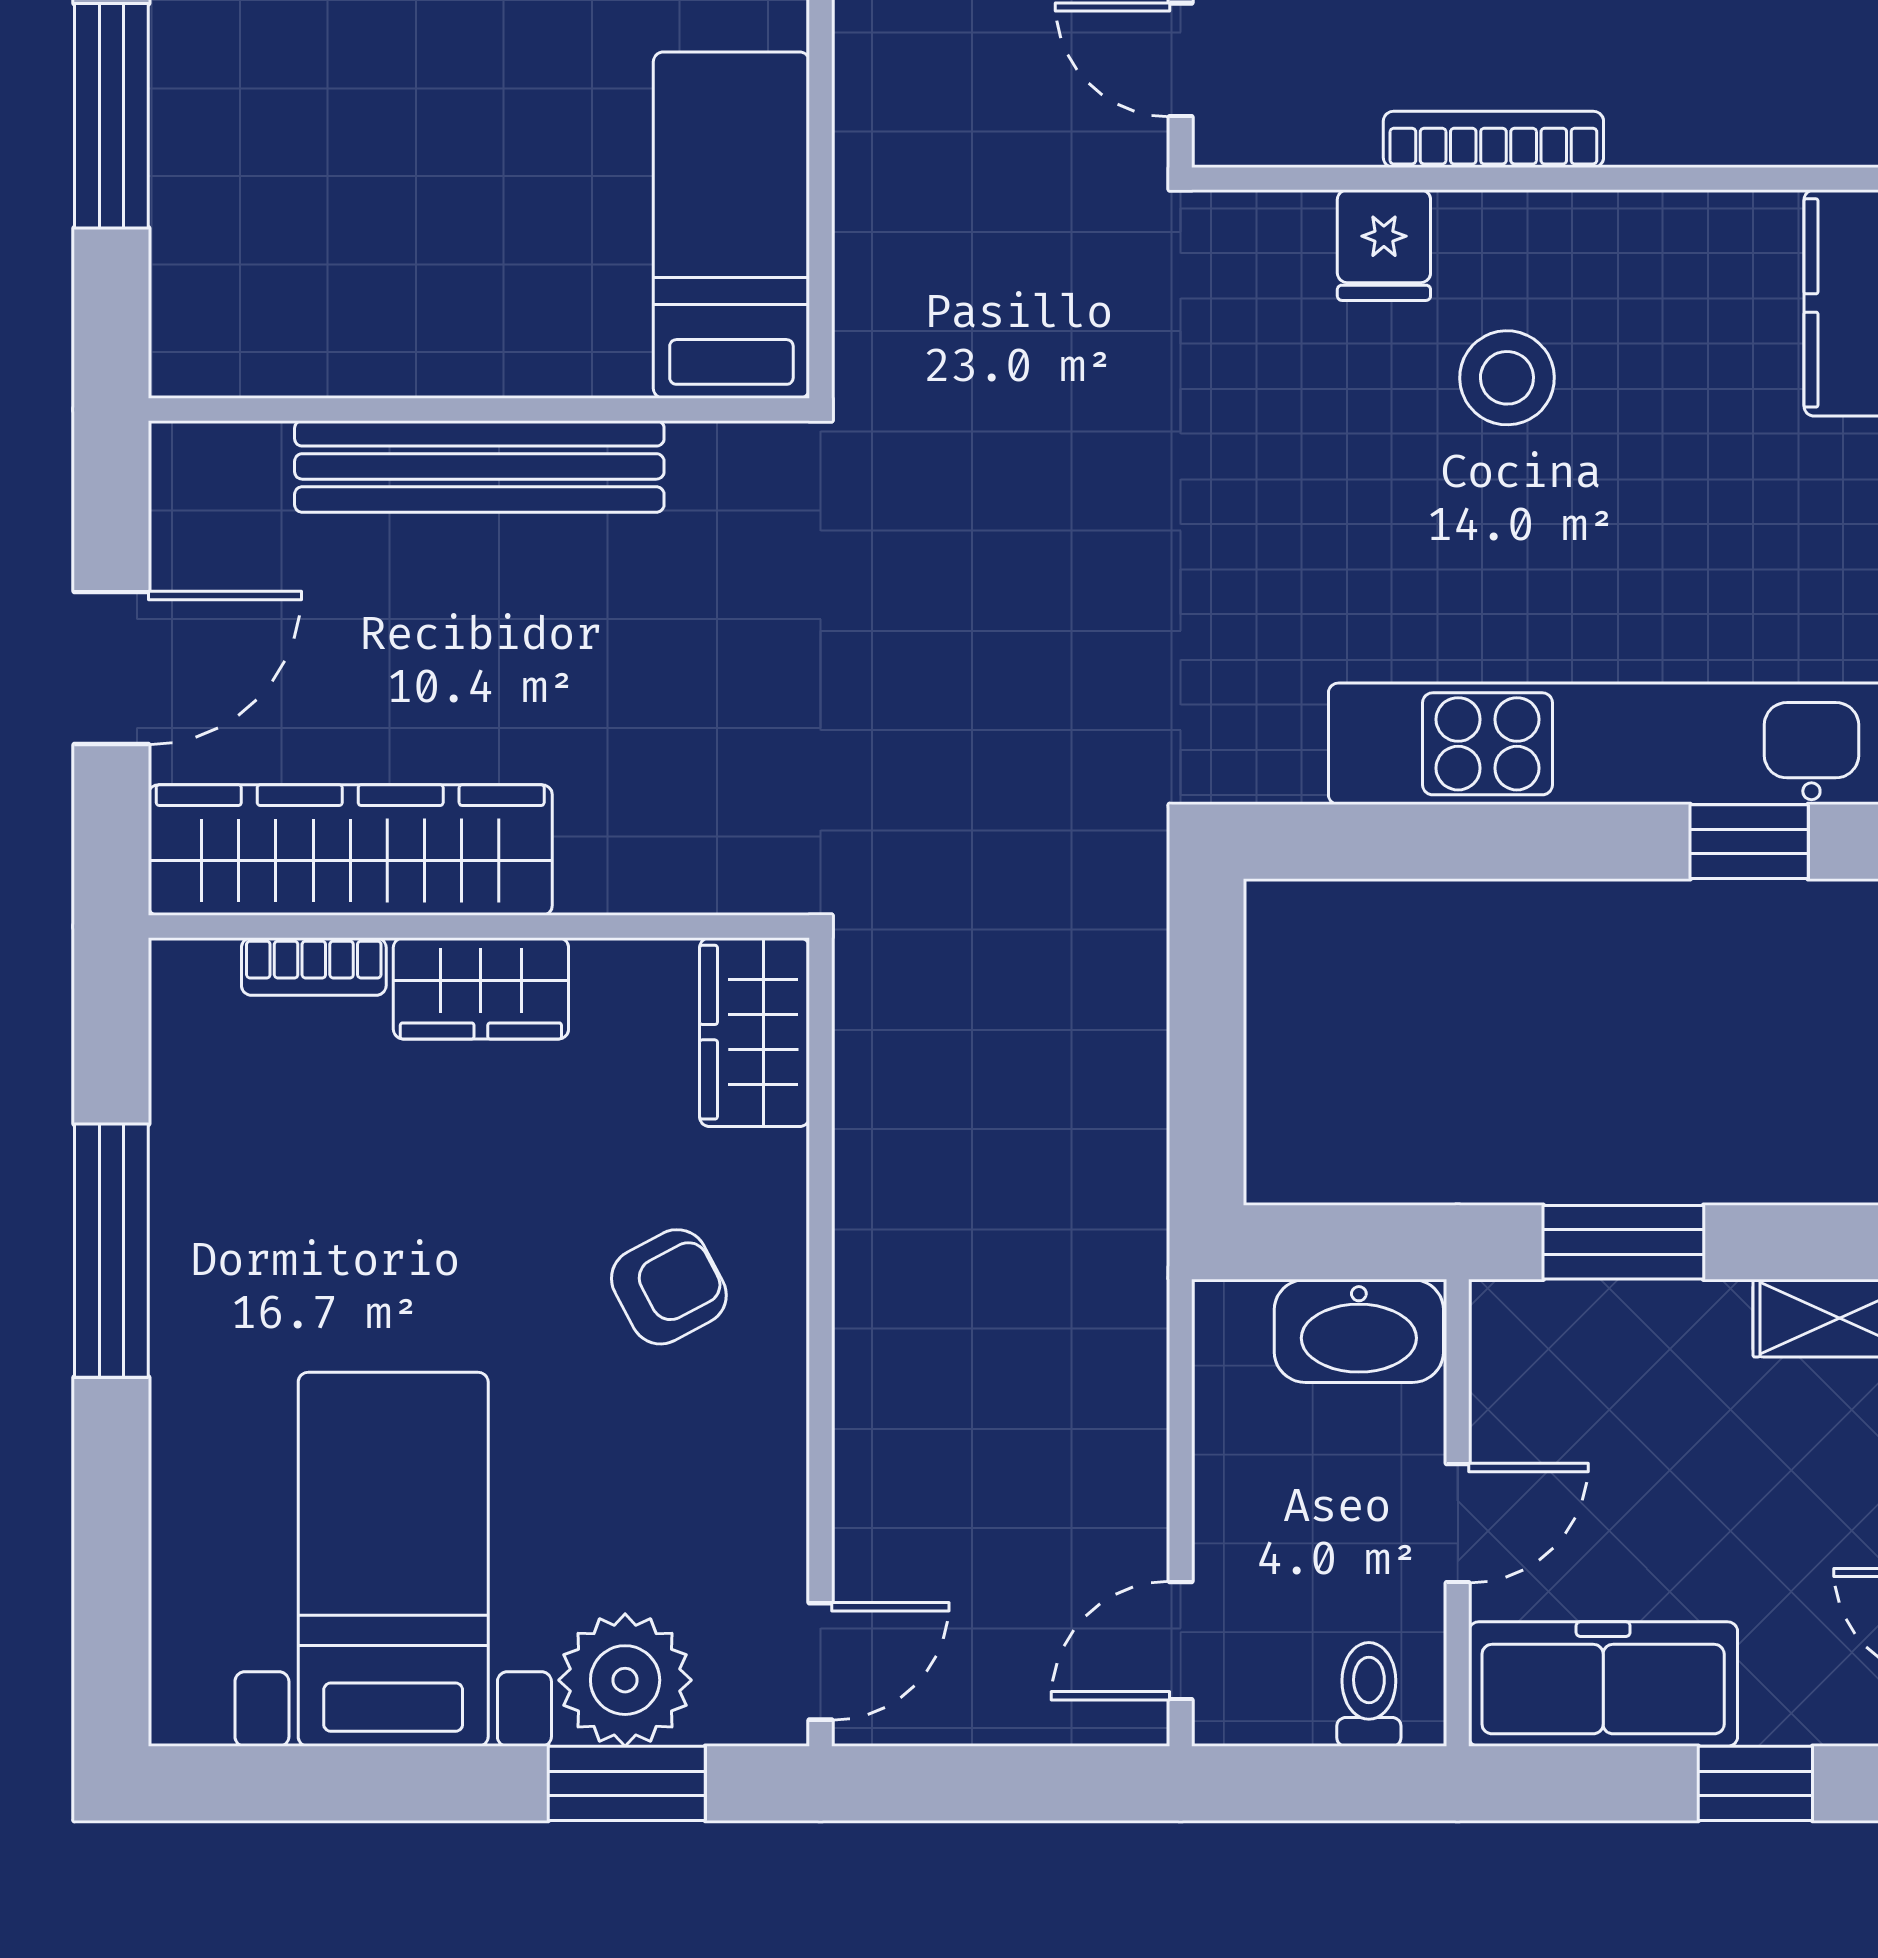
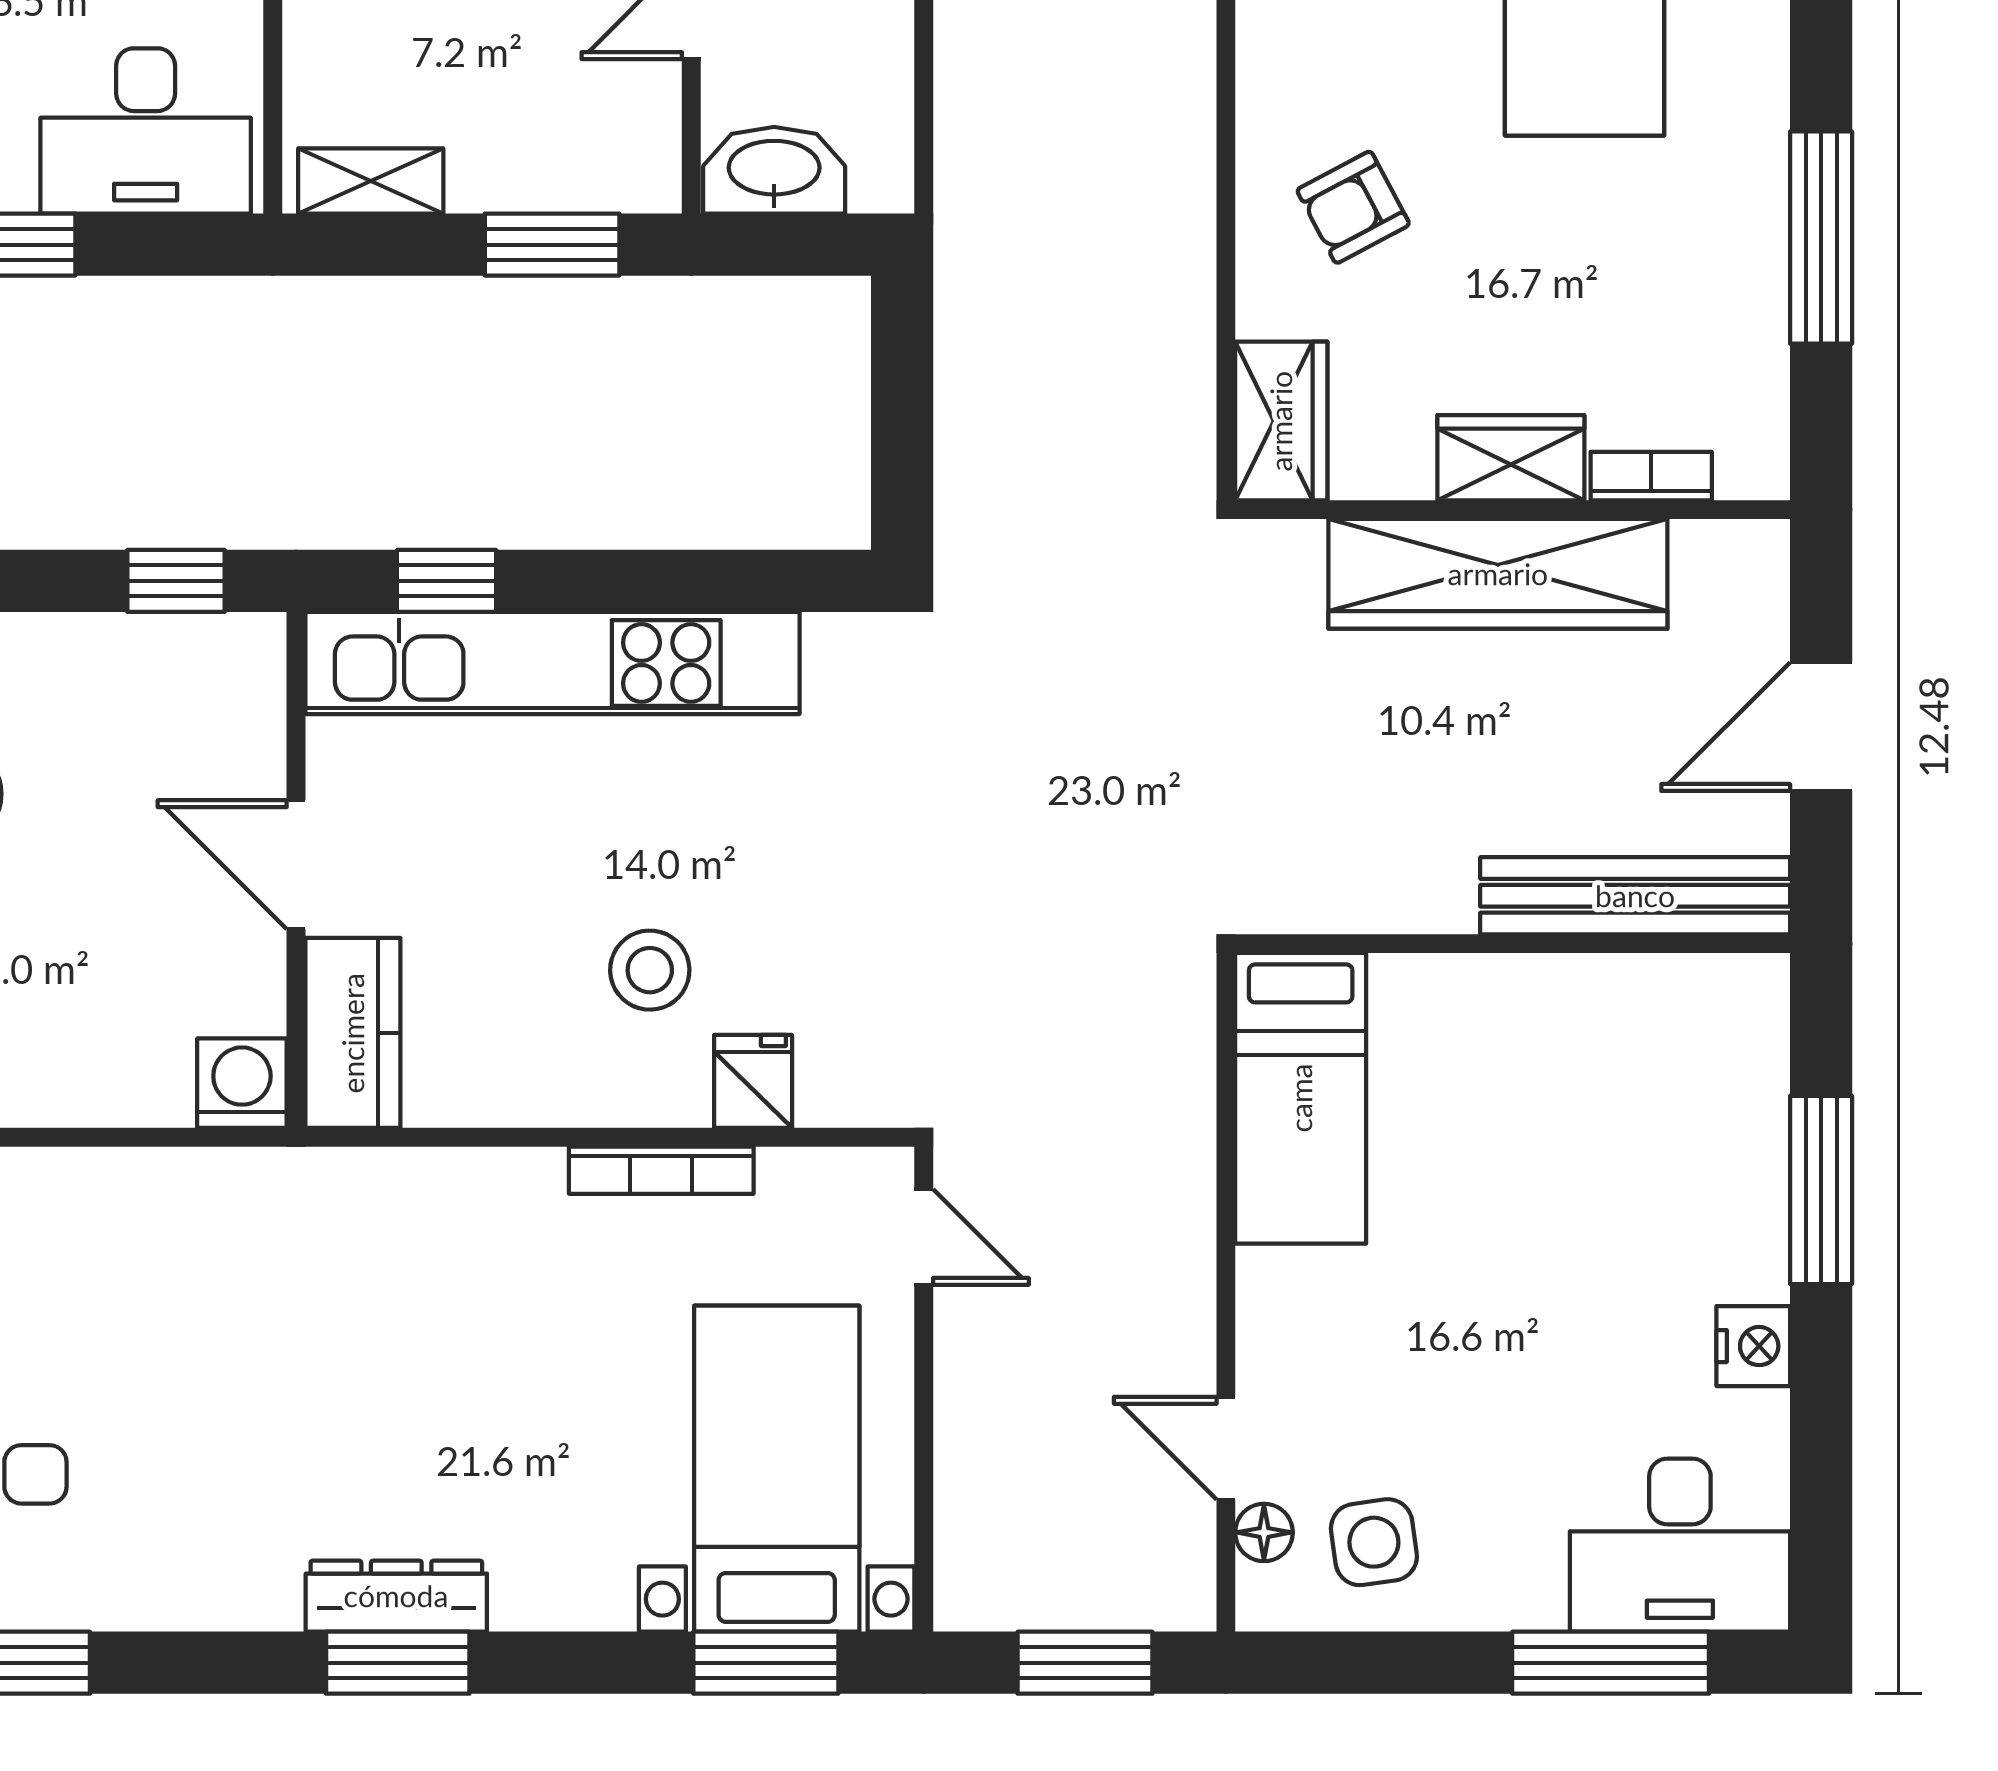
bench: (479, 466) -> (1635, 896), moved
wardrobe: (350, 850) -> (1498, 574), moved

